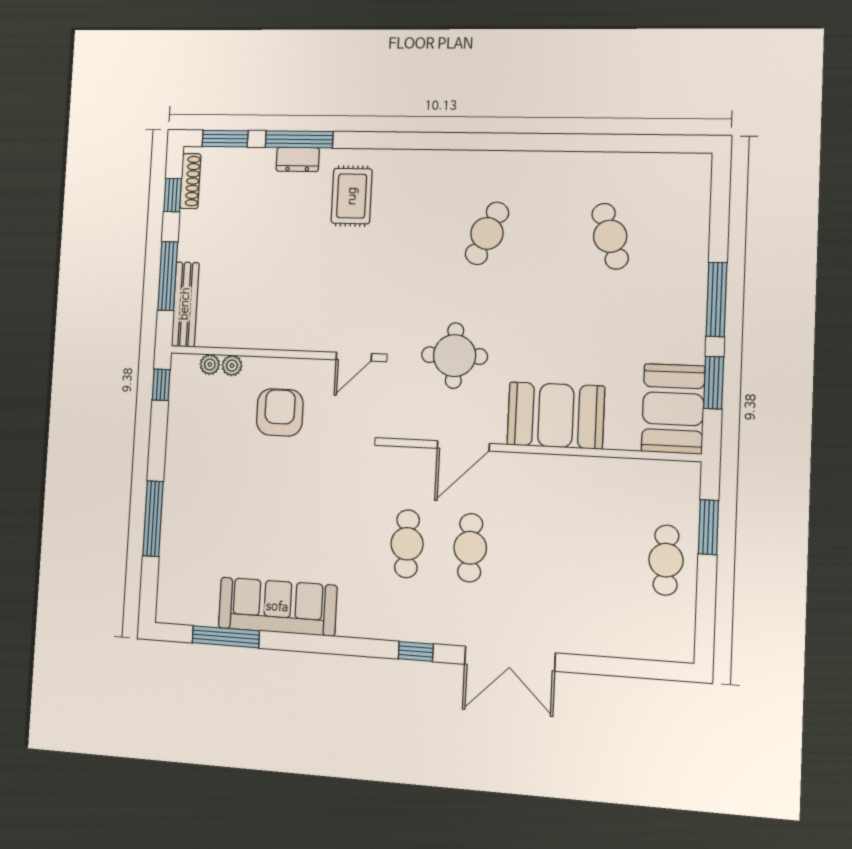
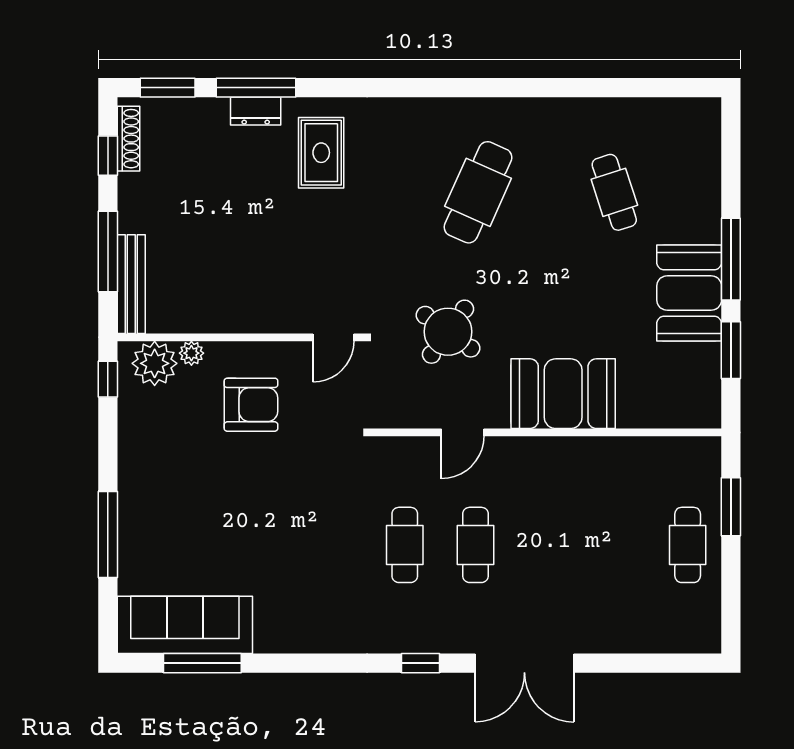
cafe table: (487, 233) -> (478, 192), width x1.37, depth x1.35
round table: (455, 356) -> (448, 332), turned 36
plant: (210, 364) -> (155, 363), width x1.88, depth x1.88
booth: (673, 409) -> (689, 293), moved
armchair: (280, 412) -> (251, 405), turned 90
door: (463, 446) -> (463, 432), width x0.73
sofa: (277, 607) -> (185, 625), moved

